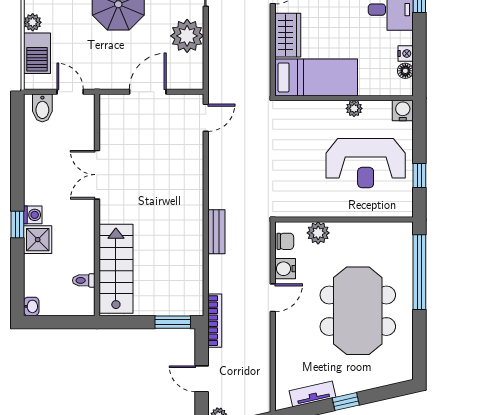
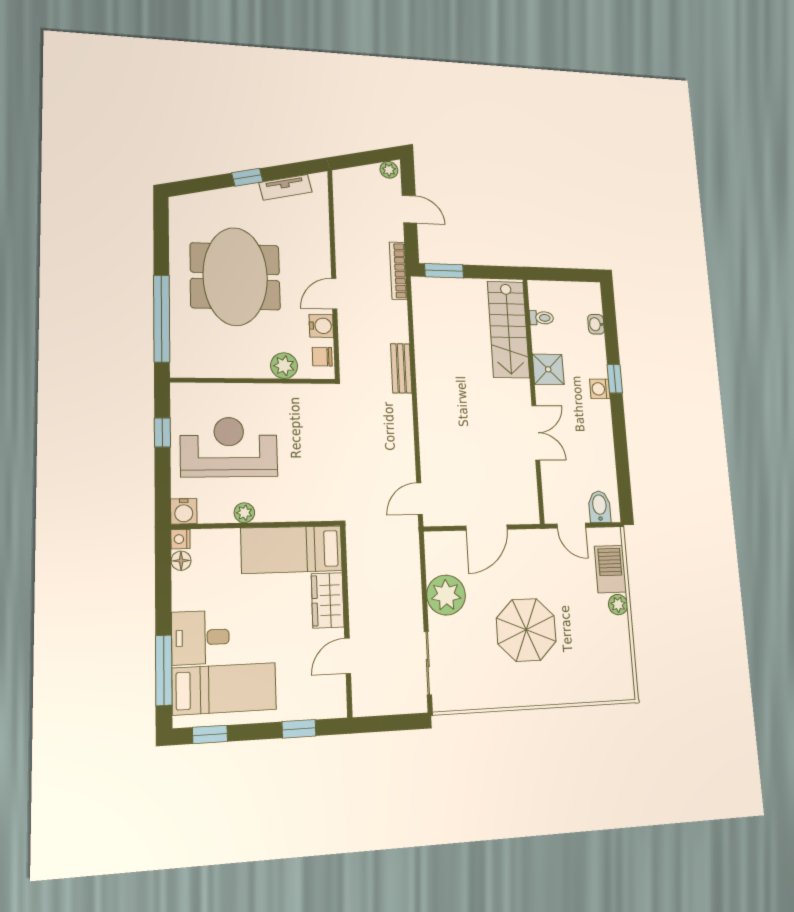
nightstand: (406, 53) -> (180, 539), moved
shower: (38, 240) -> (548, 369), moved
washbasin: (31, 306) -> (596, 324), moved

